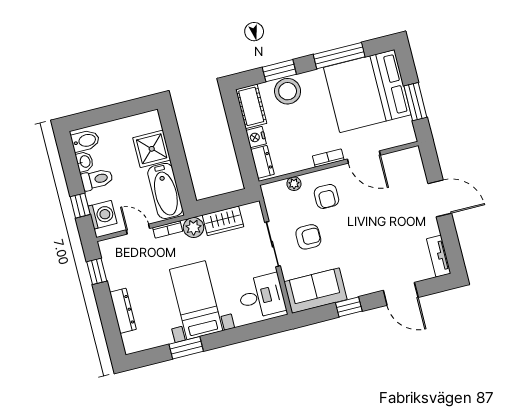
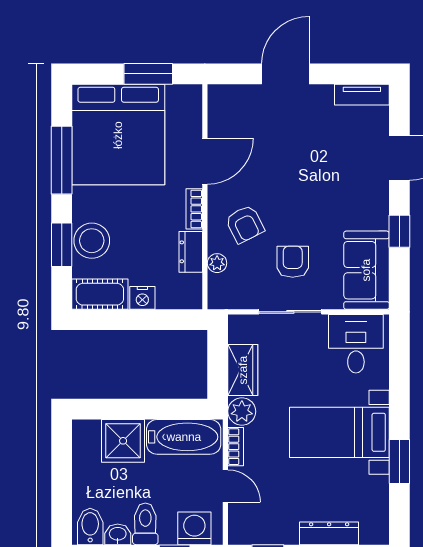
dresser: (262, 162) -> (191, 252), moved, turned -90
armchair: (326, 196) -> (245, 224), turned 63
door: (138, 229) -> (225, 486), swing flipped

